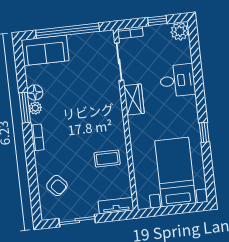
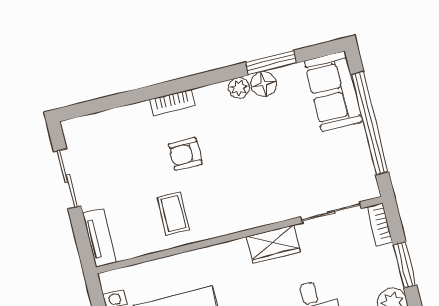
window: (157, 21) -> (405, 265), width x1.50
window: (25, 108) -> (271, 63), moved
bookcase: (37, 137) -> (172, 102), moved
armchair: (57, 186) -> (185, 154), moved, turned 43

